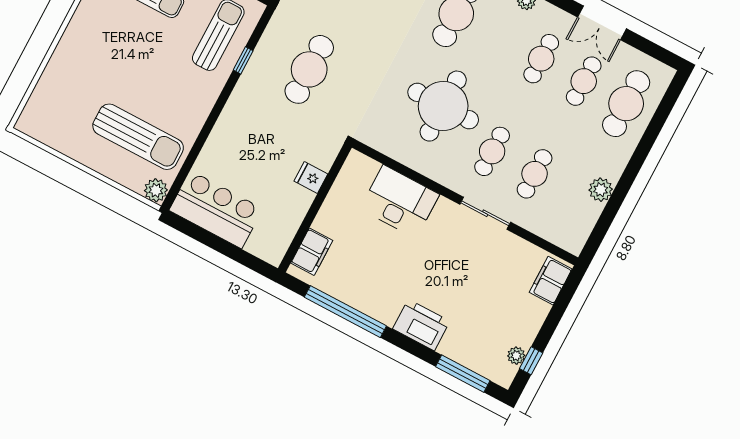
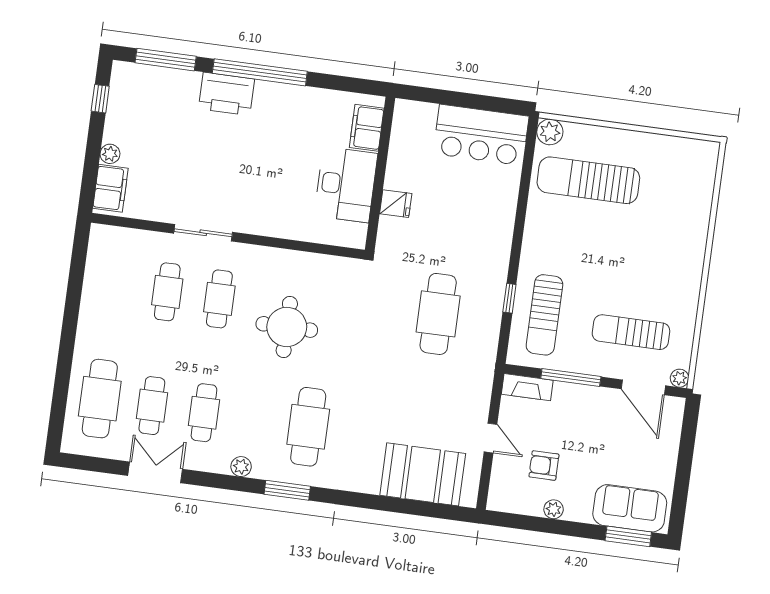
round table: (443, 106) -> (287, 327), width x0.73, depth x0.73
plant: (601, 190) -> (93, 301), removed
desk: (400, 202) -> (346, 185), moved, turned -90
window: (345, 312) -> (260, 72), moved
plant: (516, 356) -> (110, 154), moved

